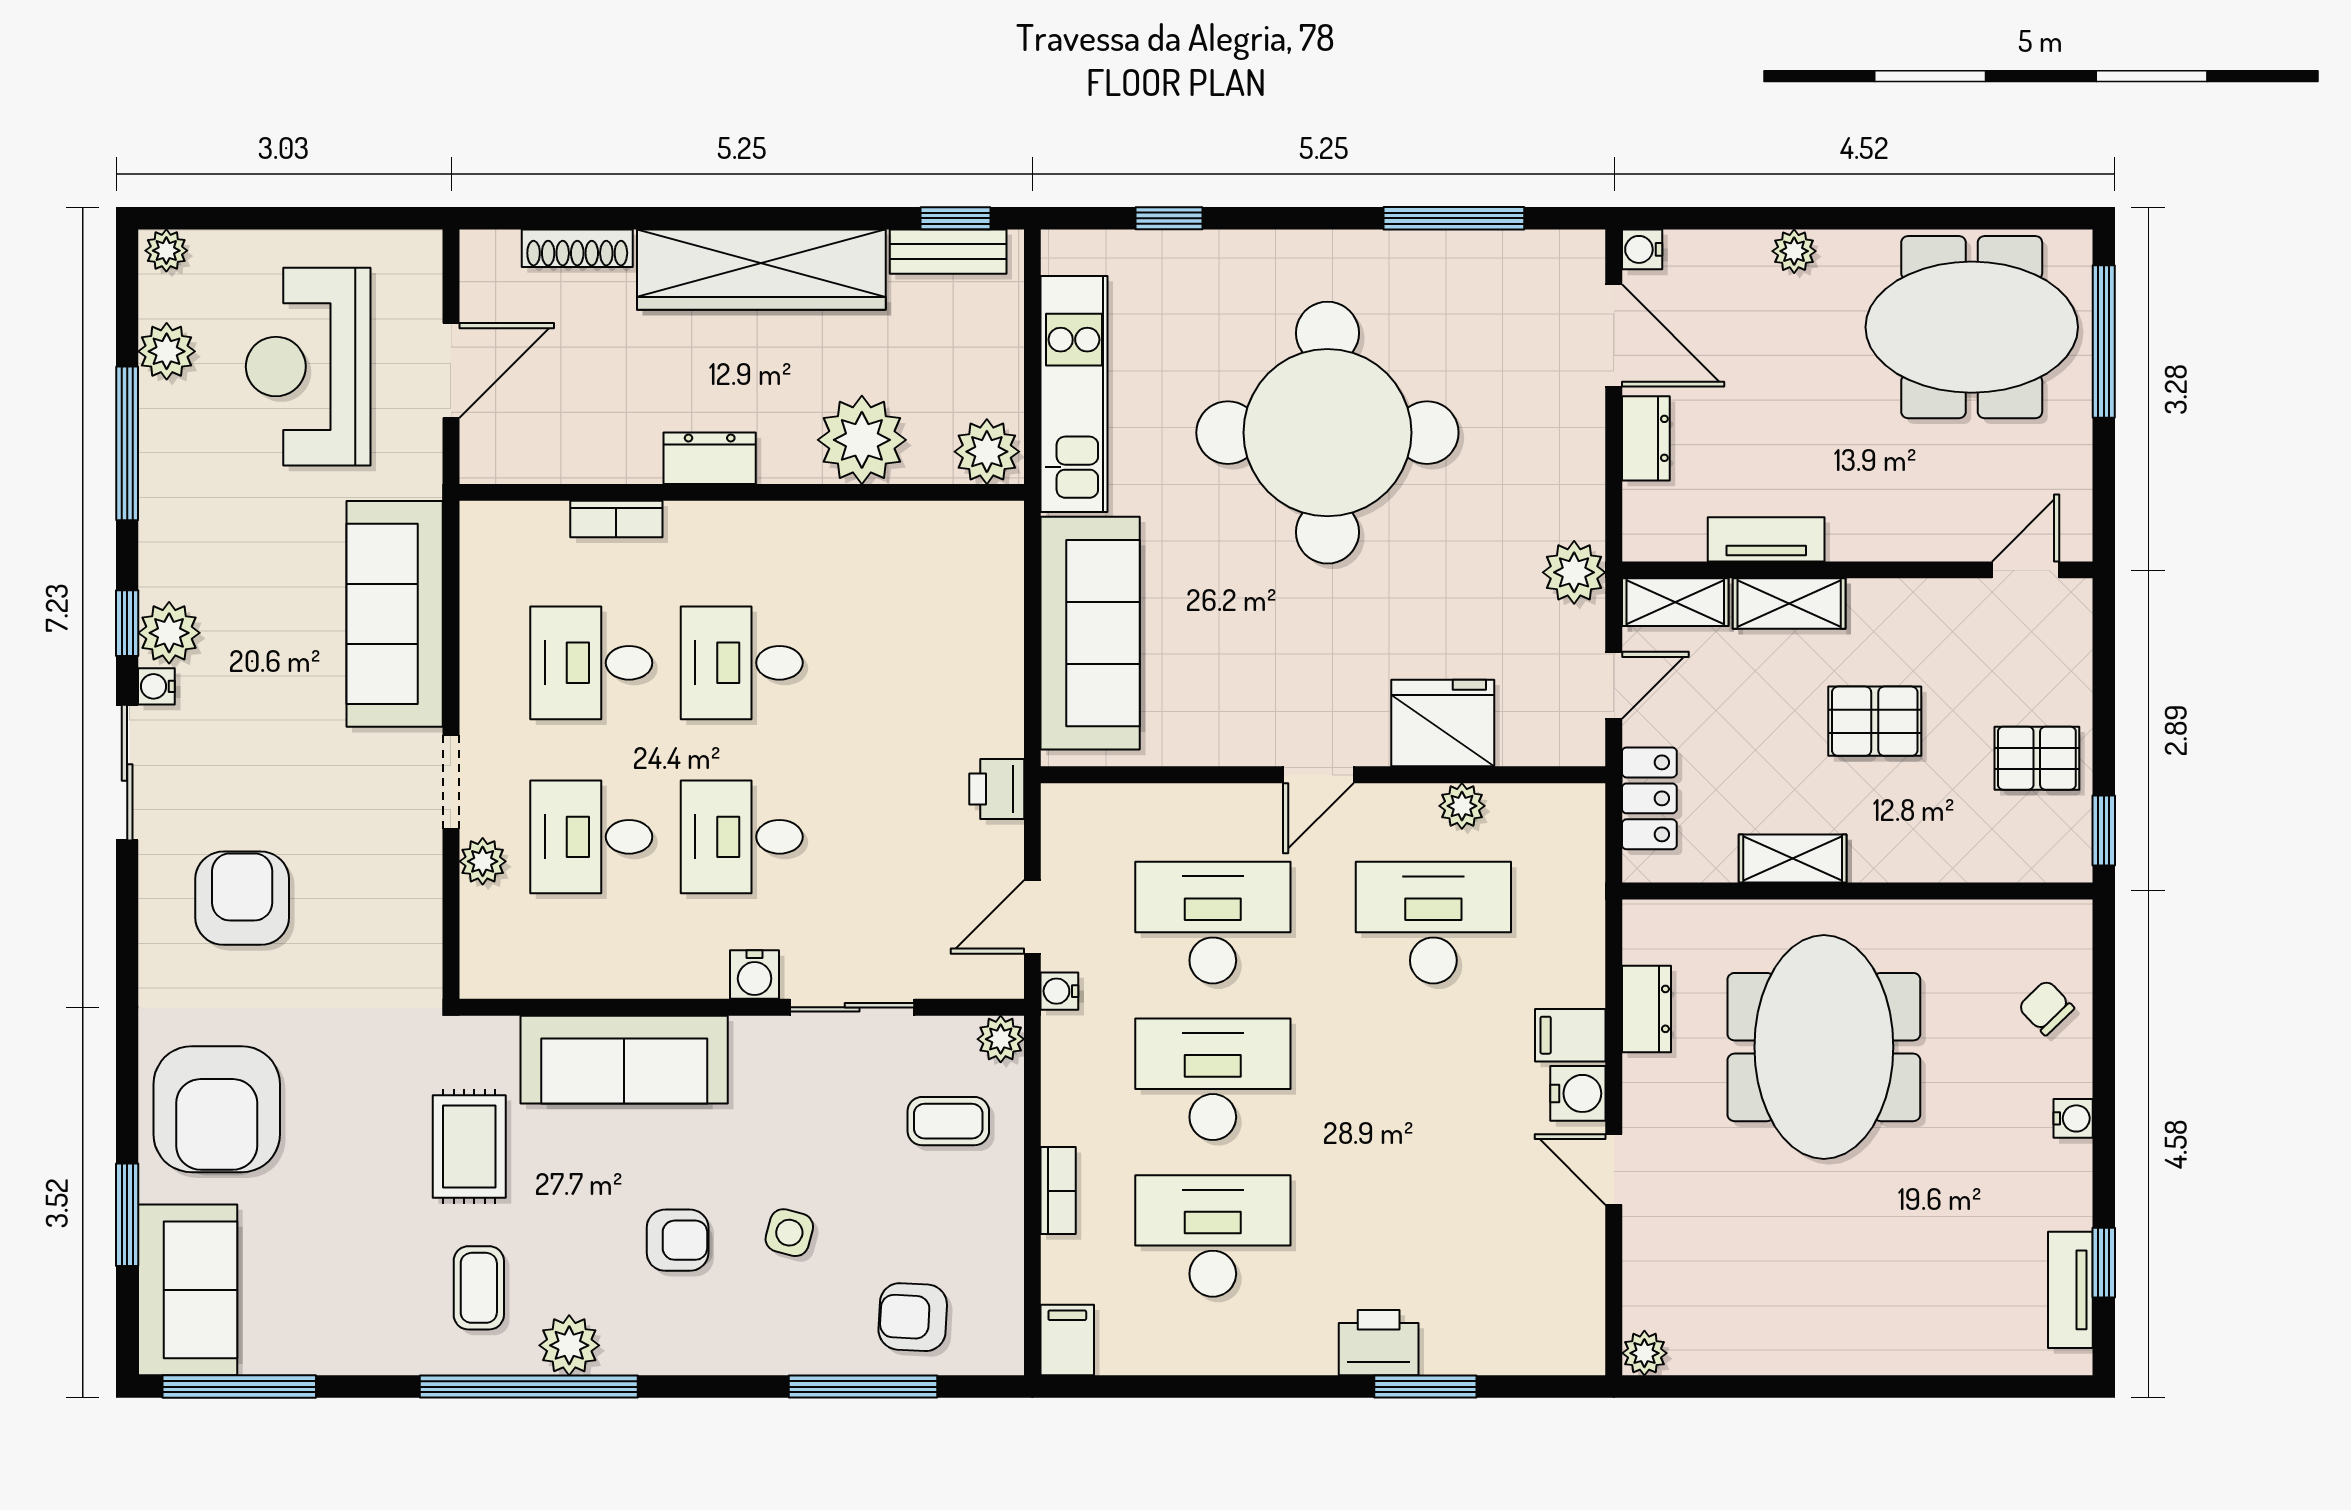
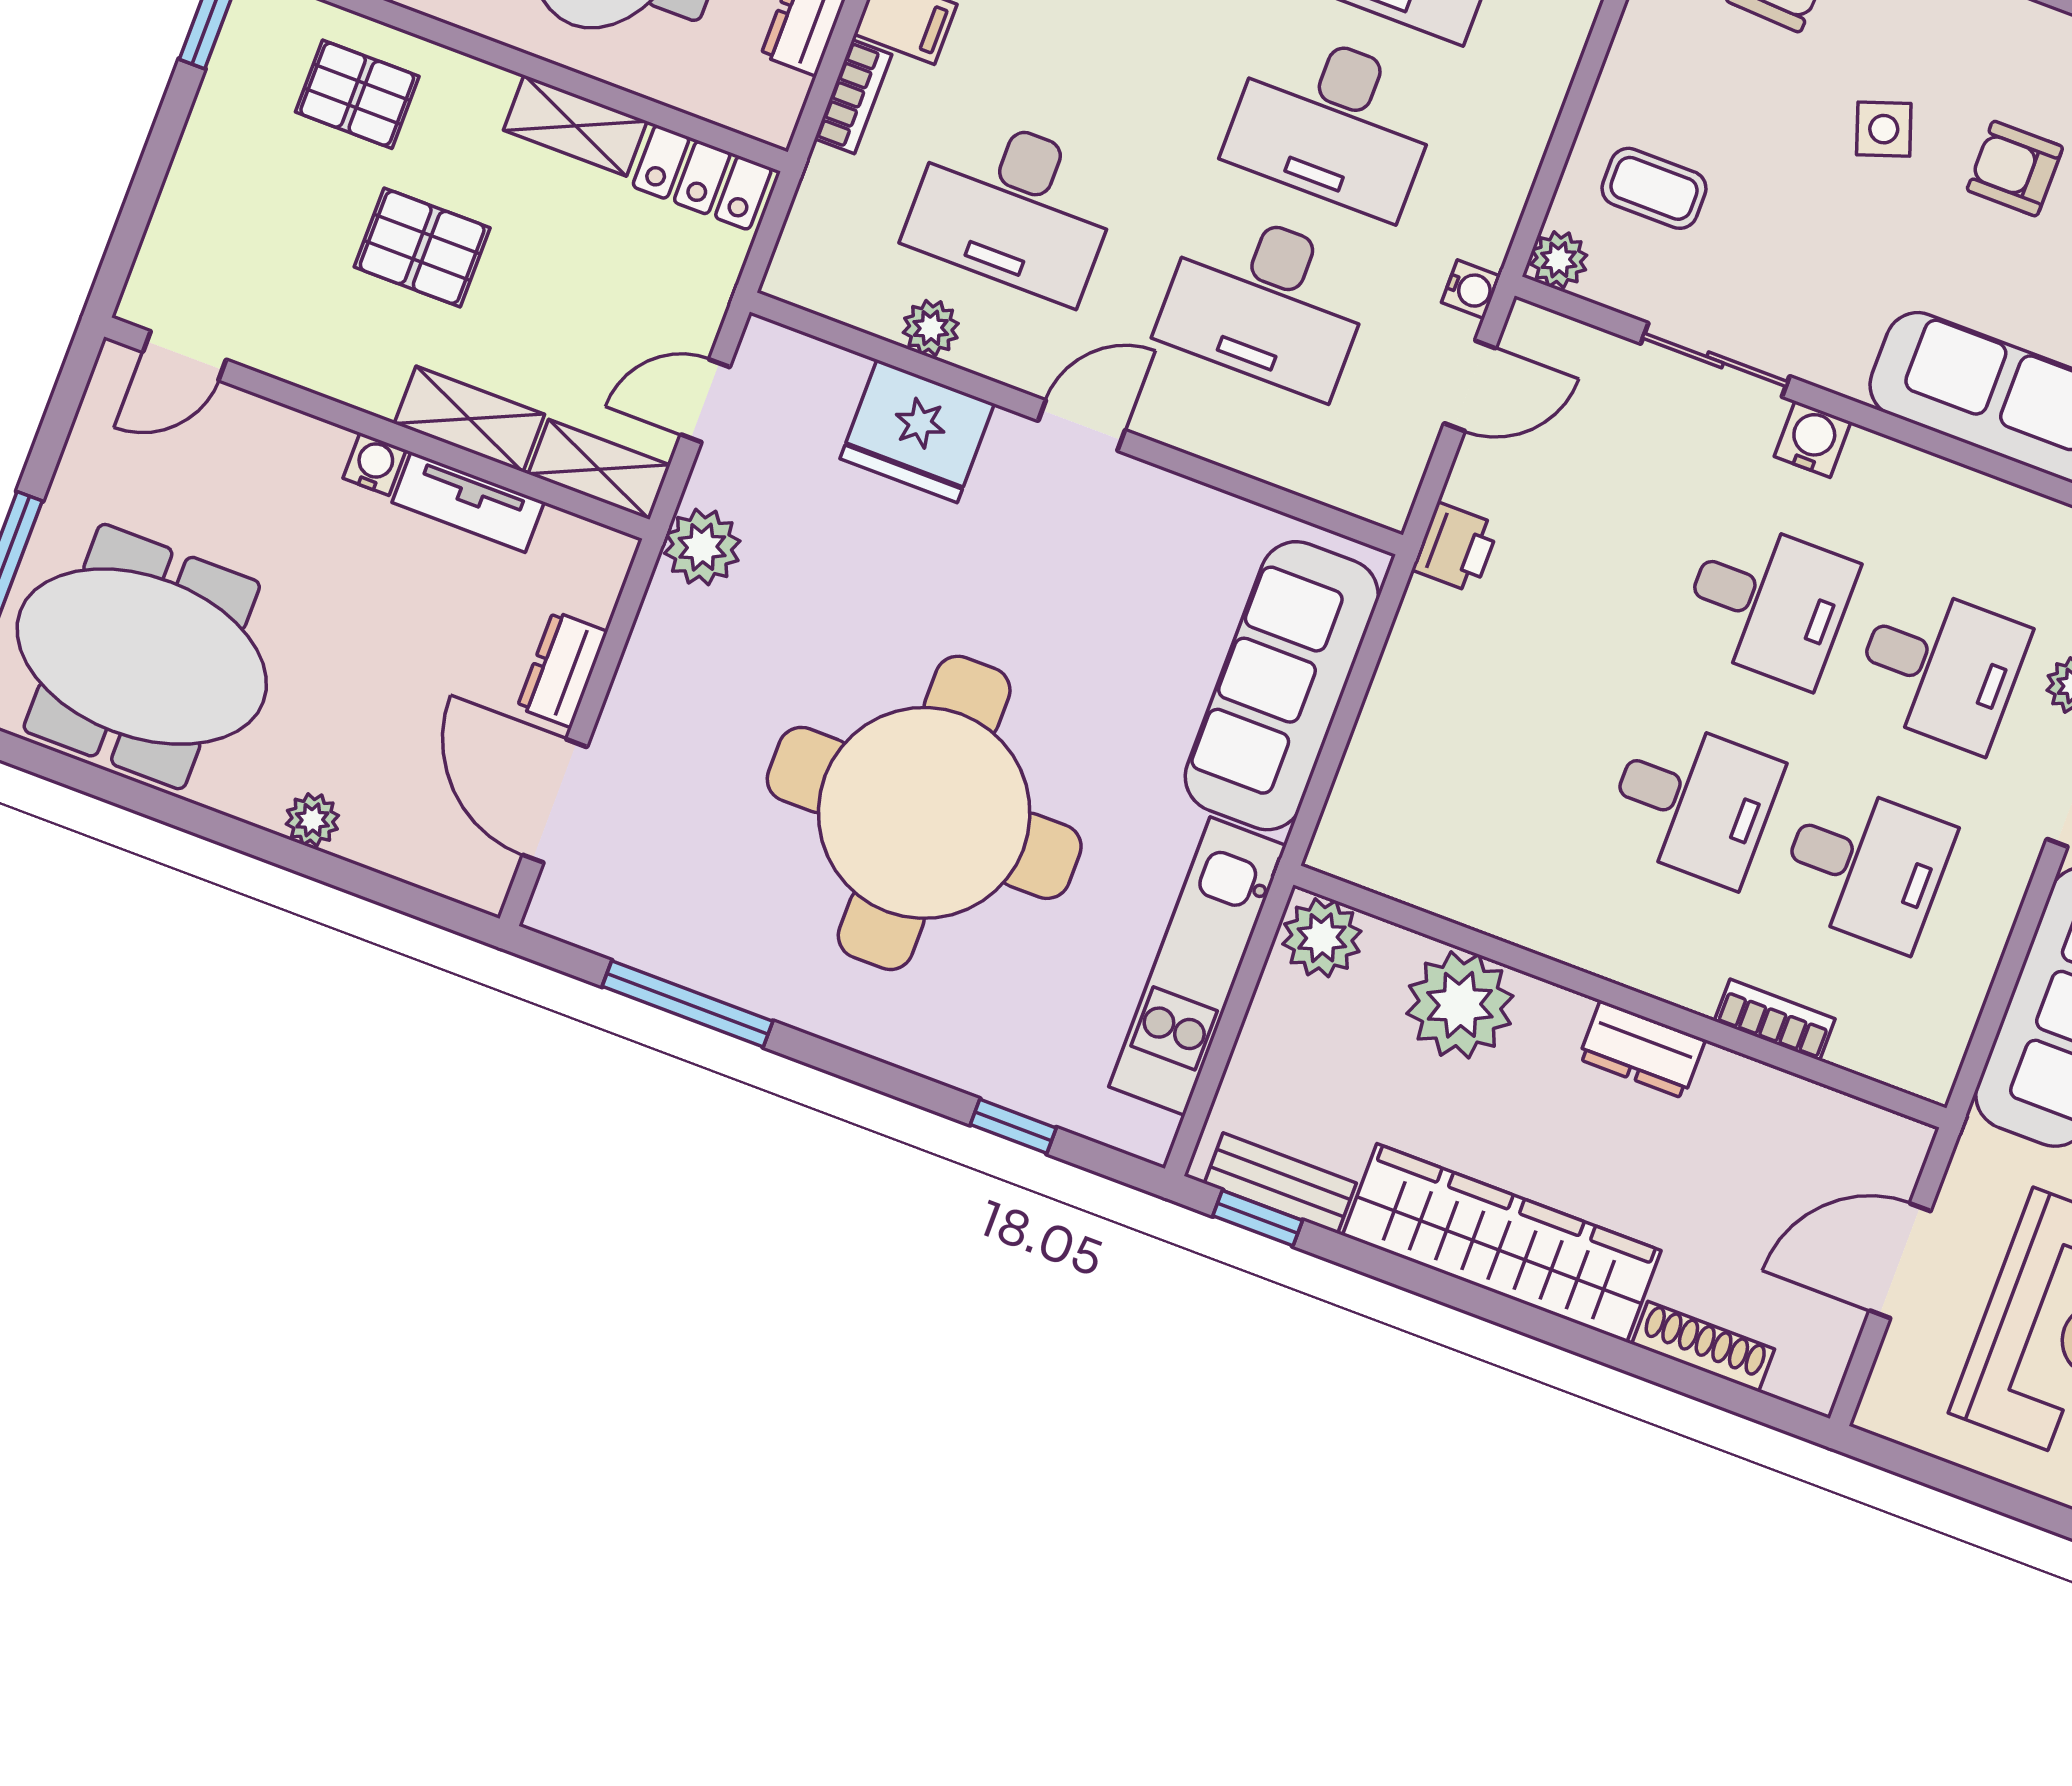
water cooler: (1642, 249) -> (374, 464), moved, turned -90
pallet: (2037, 758) -> (357, 94), moved
locker: (1649, 798) -> (702, 177), moved, turned -90
bookcase: (1058, 1191) -> (853, 97), moved, turned 180
side table: (789, 1233) -> (1884, 129), turned -34

